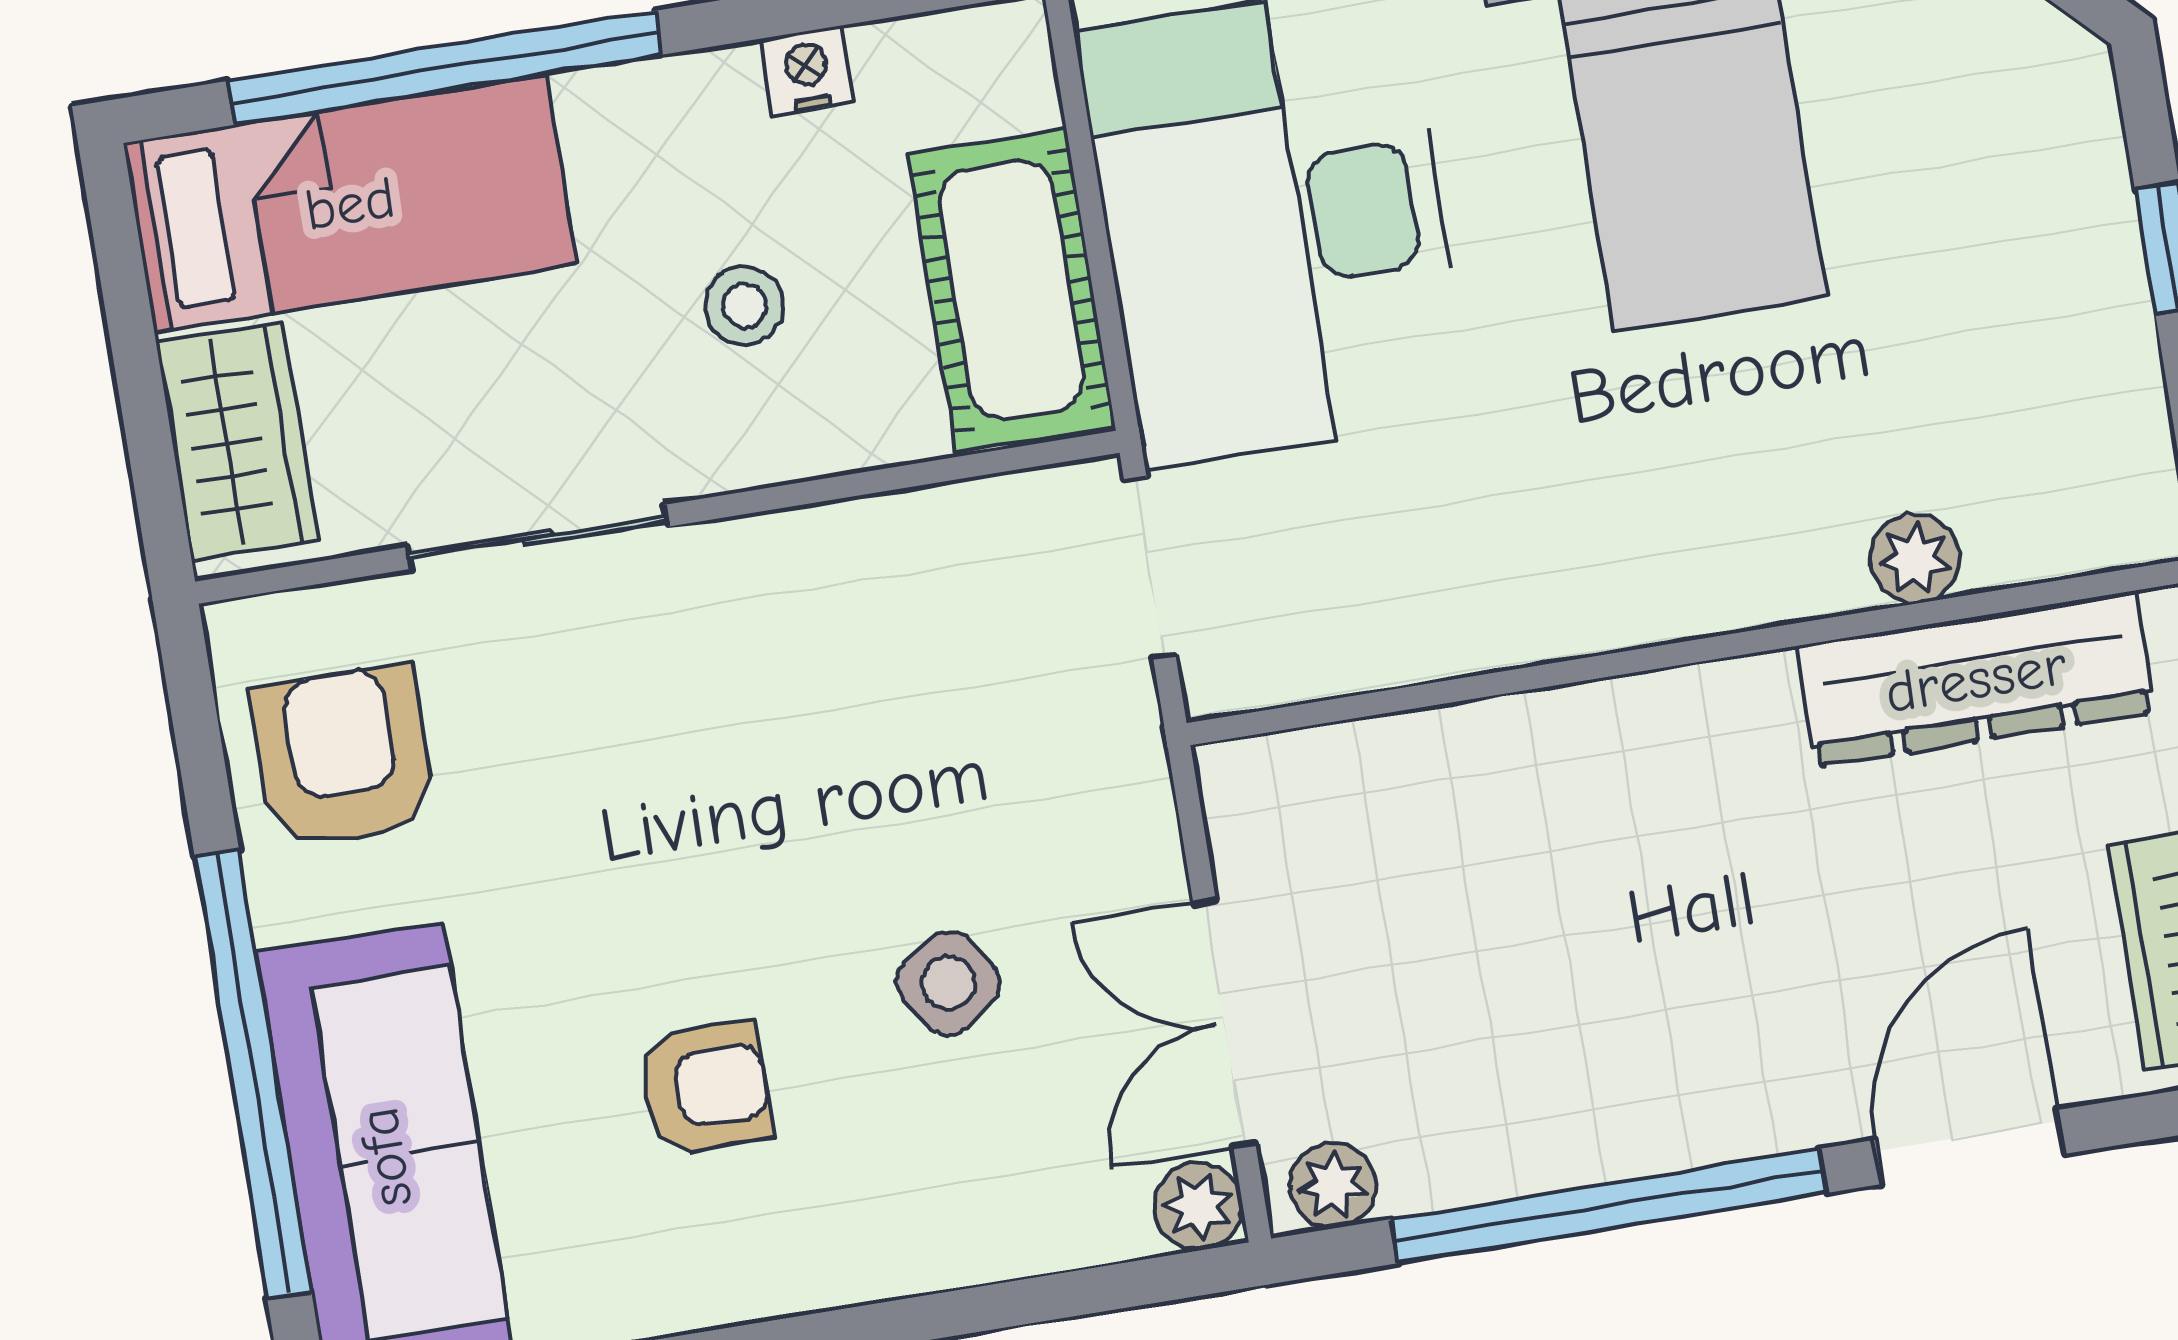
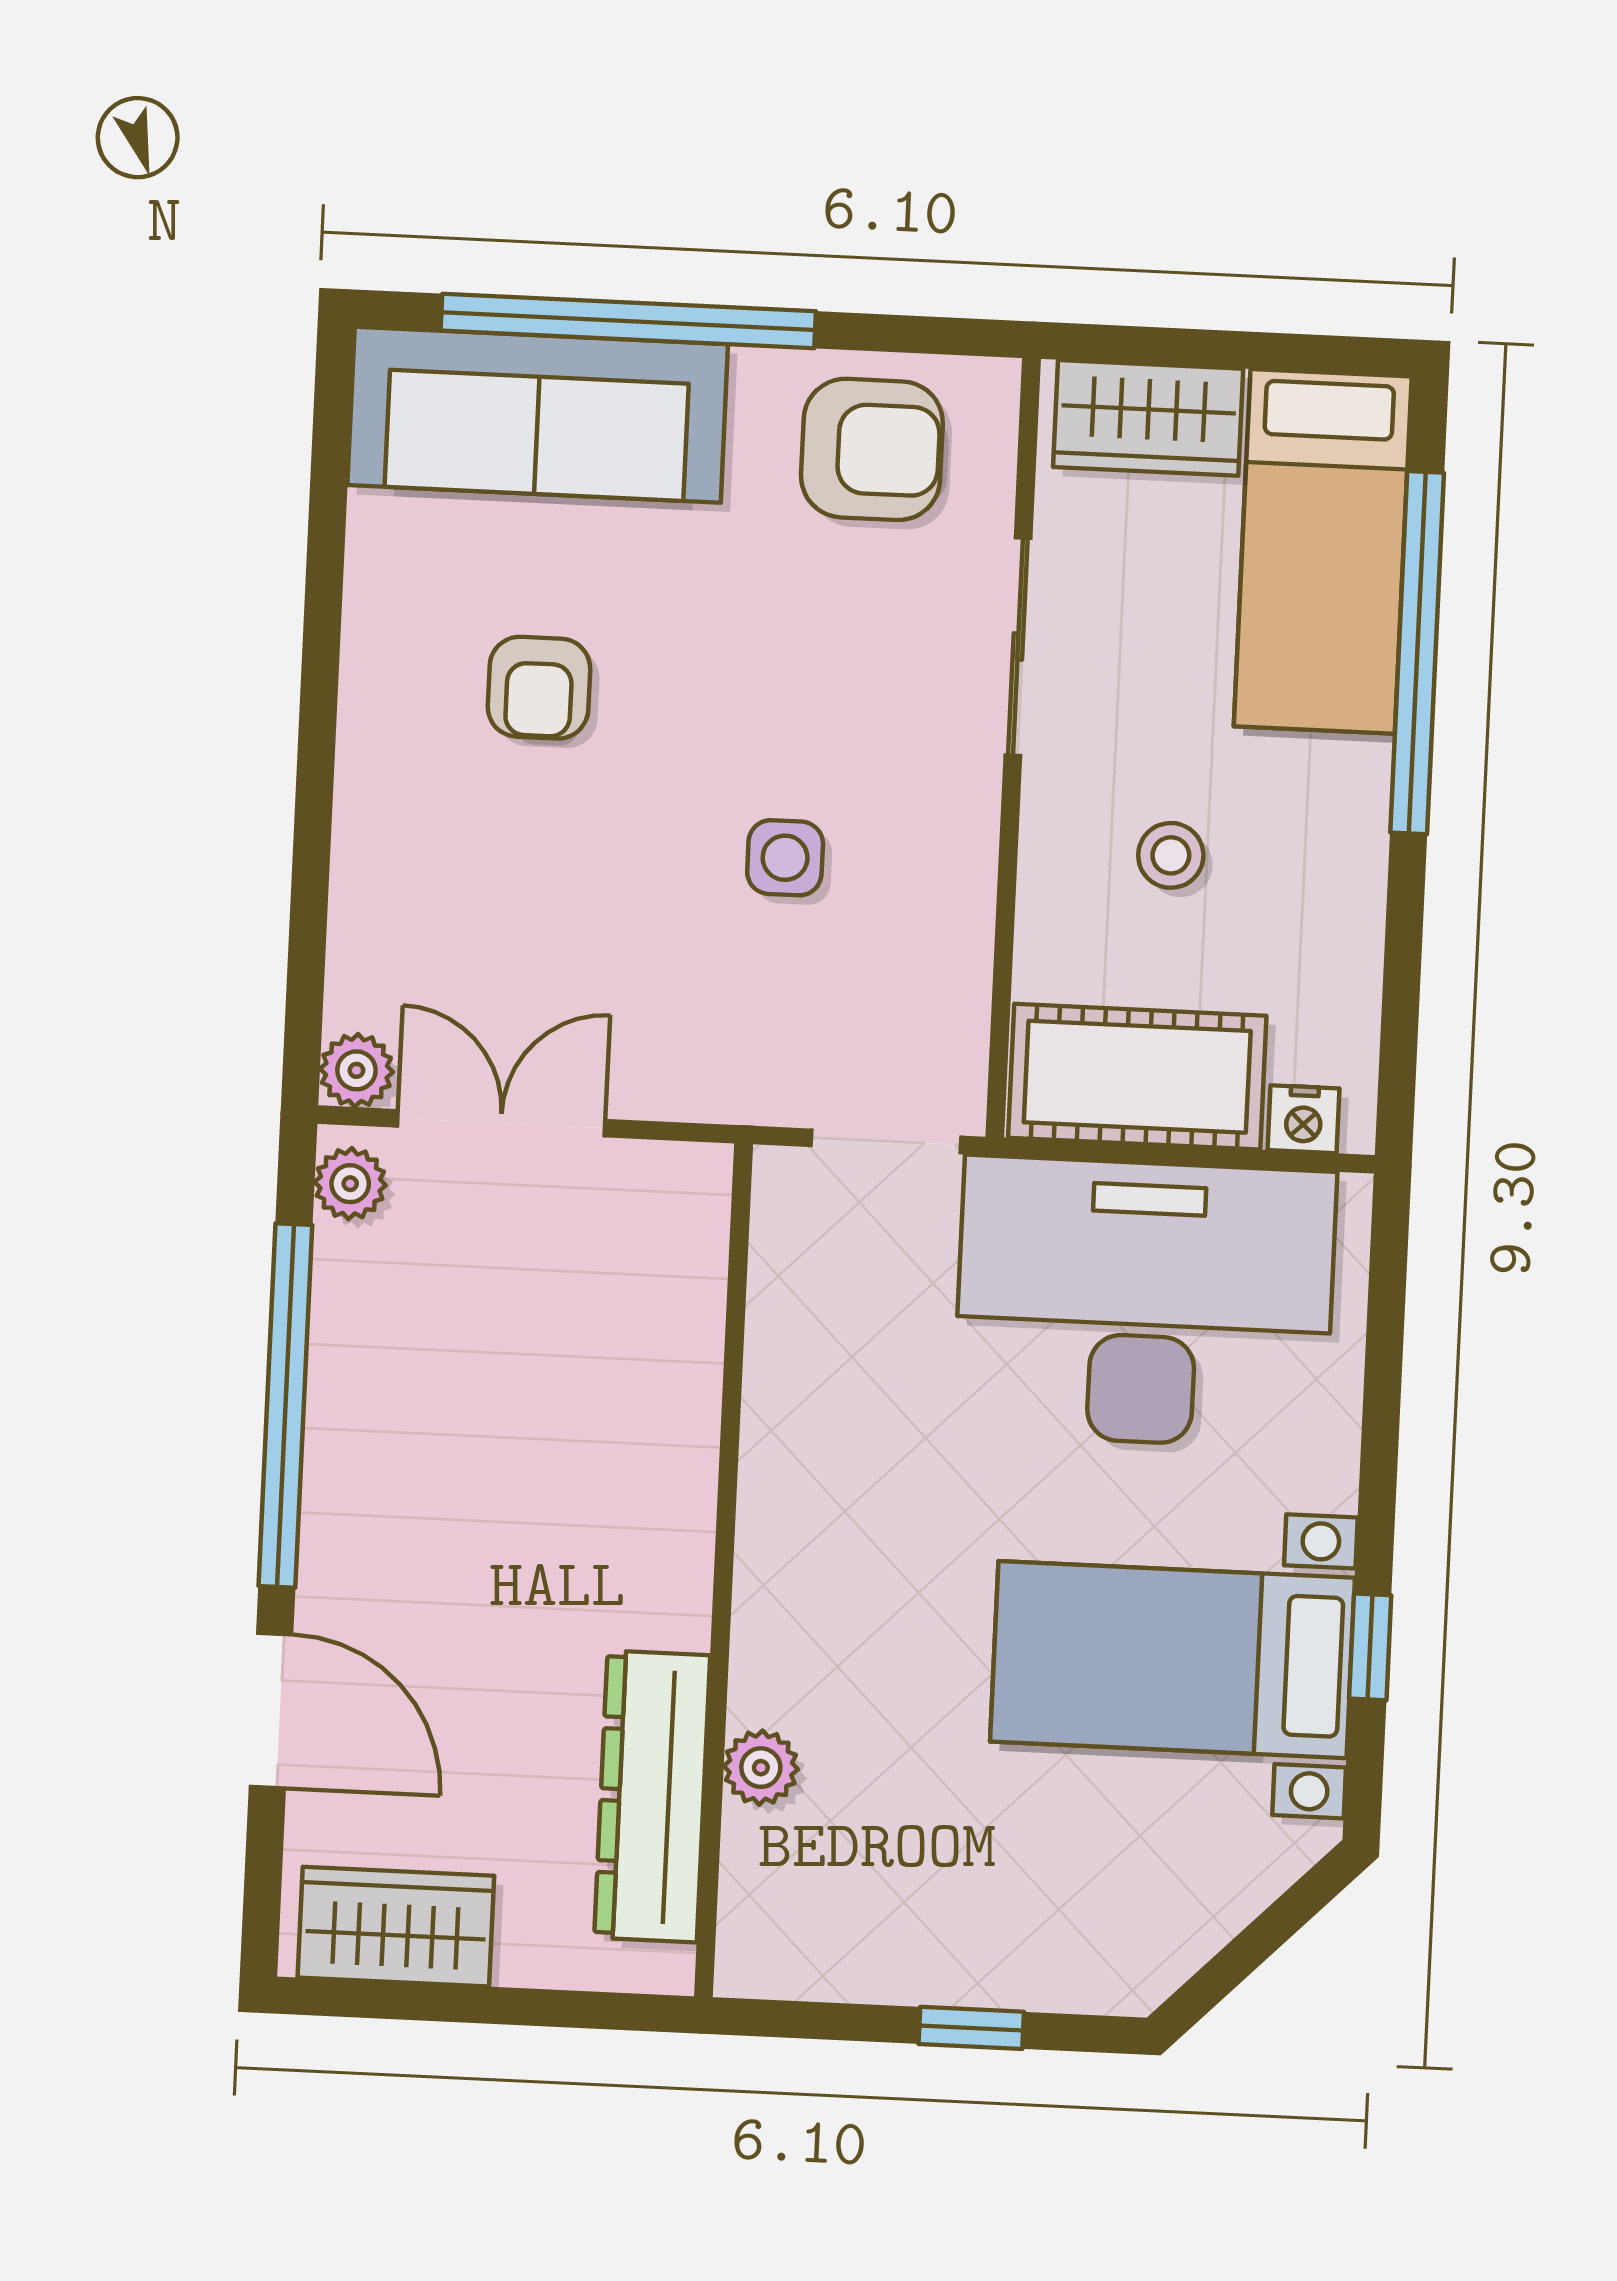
nightstand: (807, 71) -> (1303, 1119), moved, turned 90
side table: (948, 983) -> (785, 858), moved, turned 34

